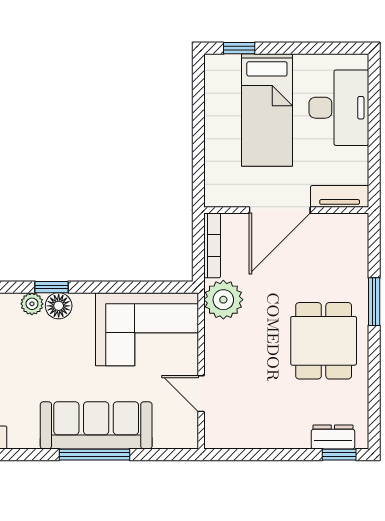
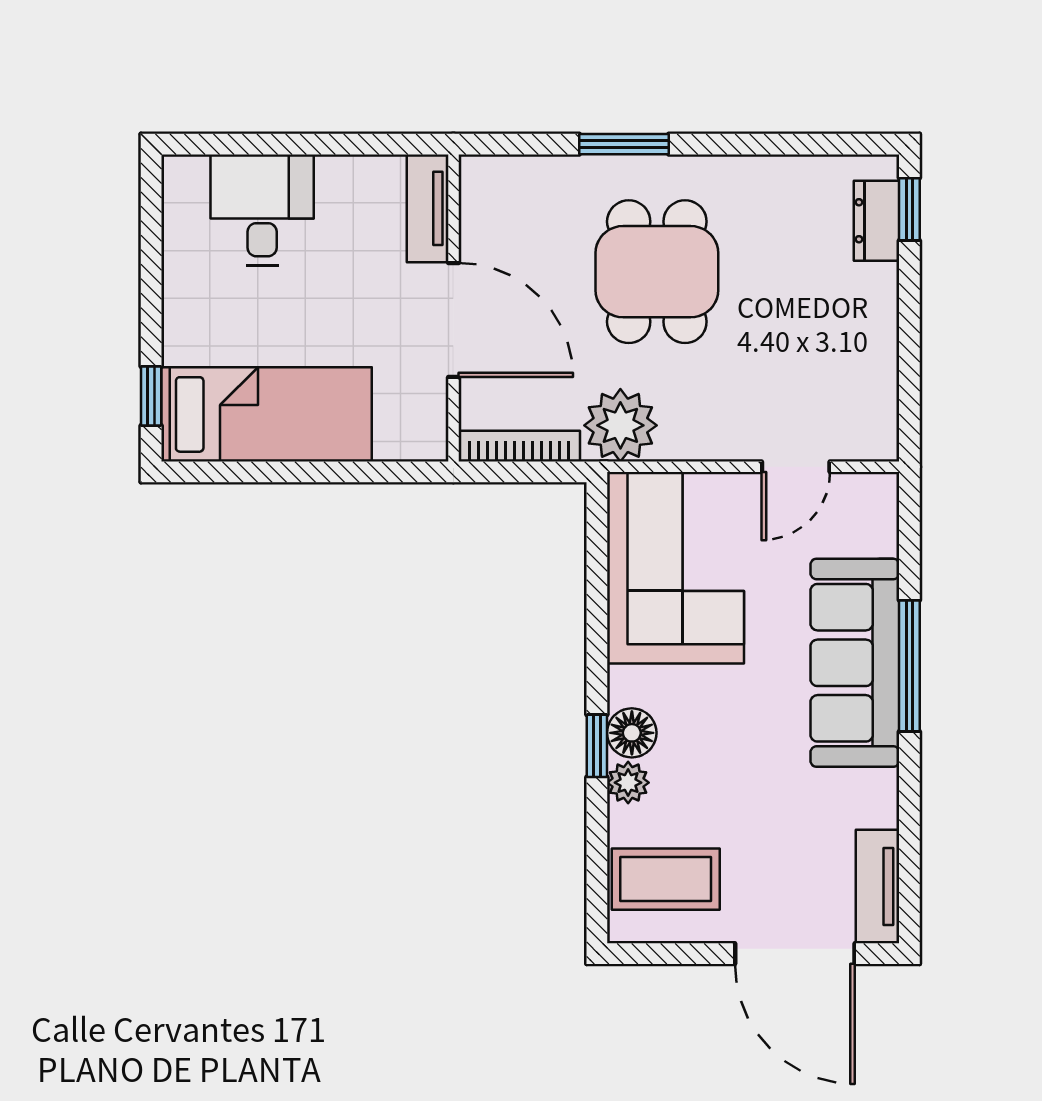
desk: (339, 108) -> (262, 210), width x0.73
bed: (267, 110) -> (266, 414), moved
dining table: (324, 341) -> (657, 272), moved, turned 90

